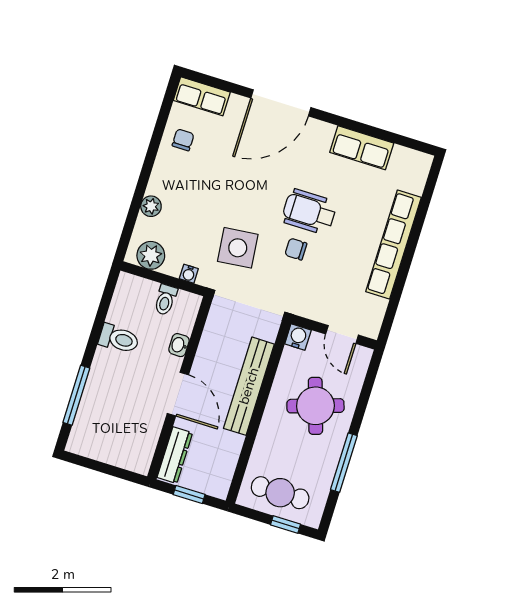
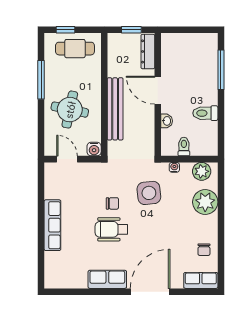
row of seats: (362, 148) -> (107, 279), moved
plant: (151, 206) -> (205, 202), width x1.88, depth x1.88
wheelchair: (309, 212) -> (111, 229), turned 180
row of seats: (393, 245) -> (52, 225), width x0.73
round table: (315, 406) -> (70, 110), turned 30

